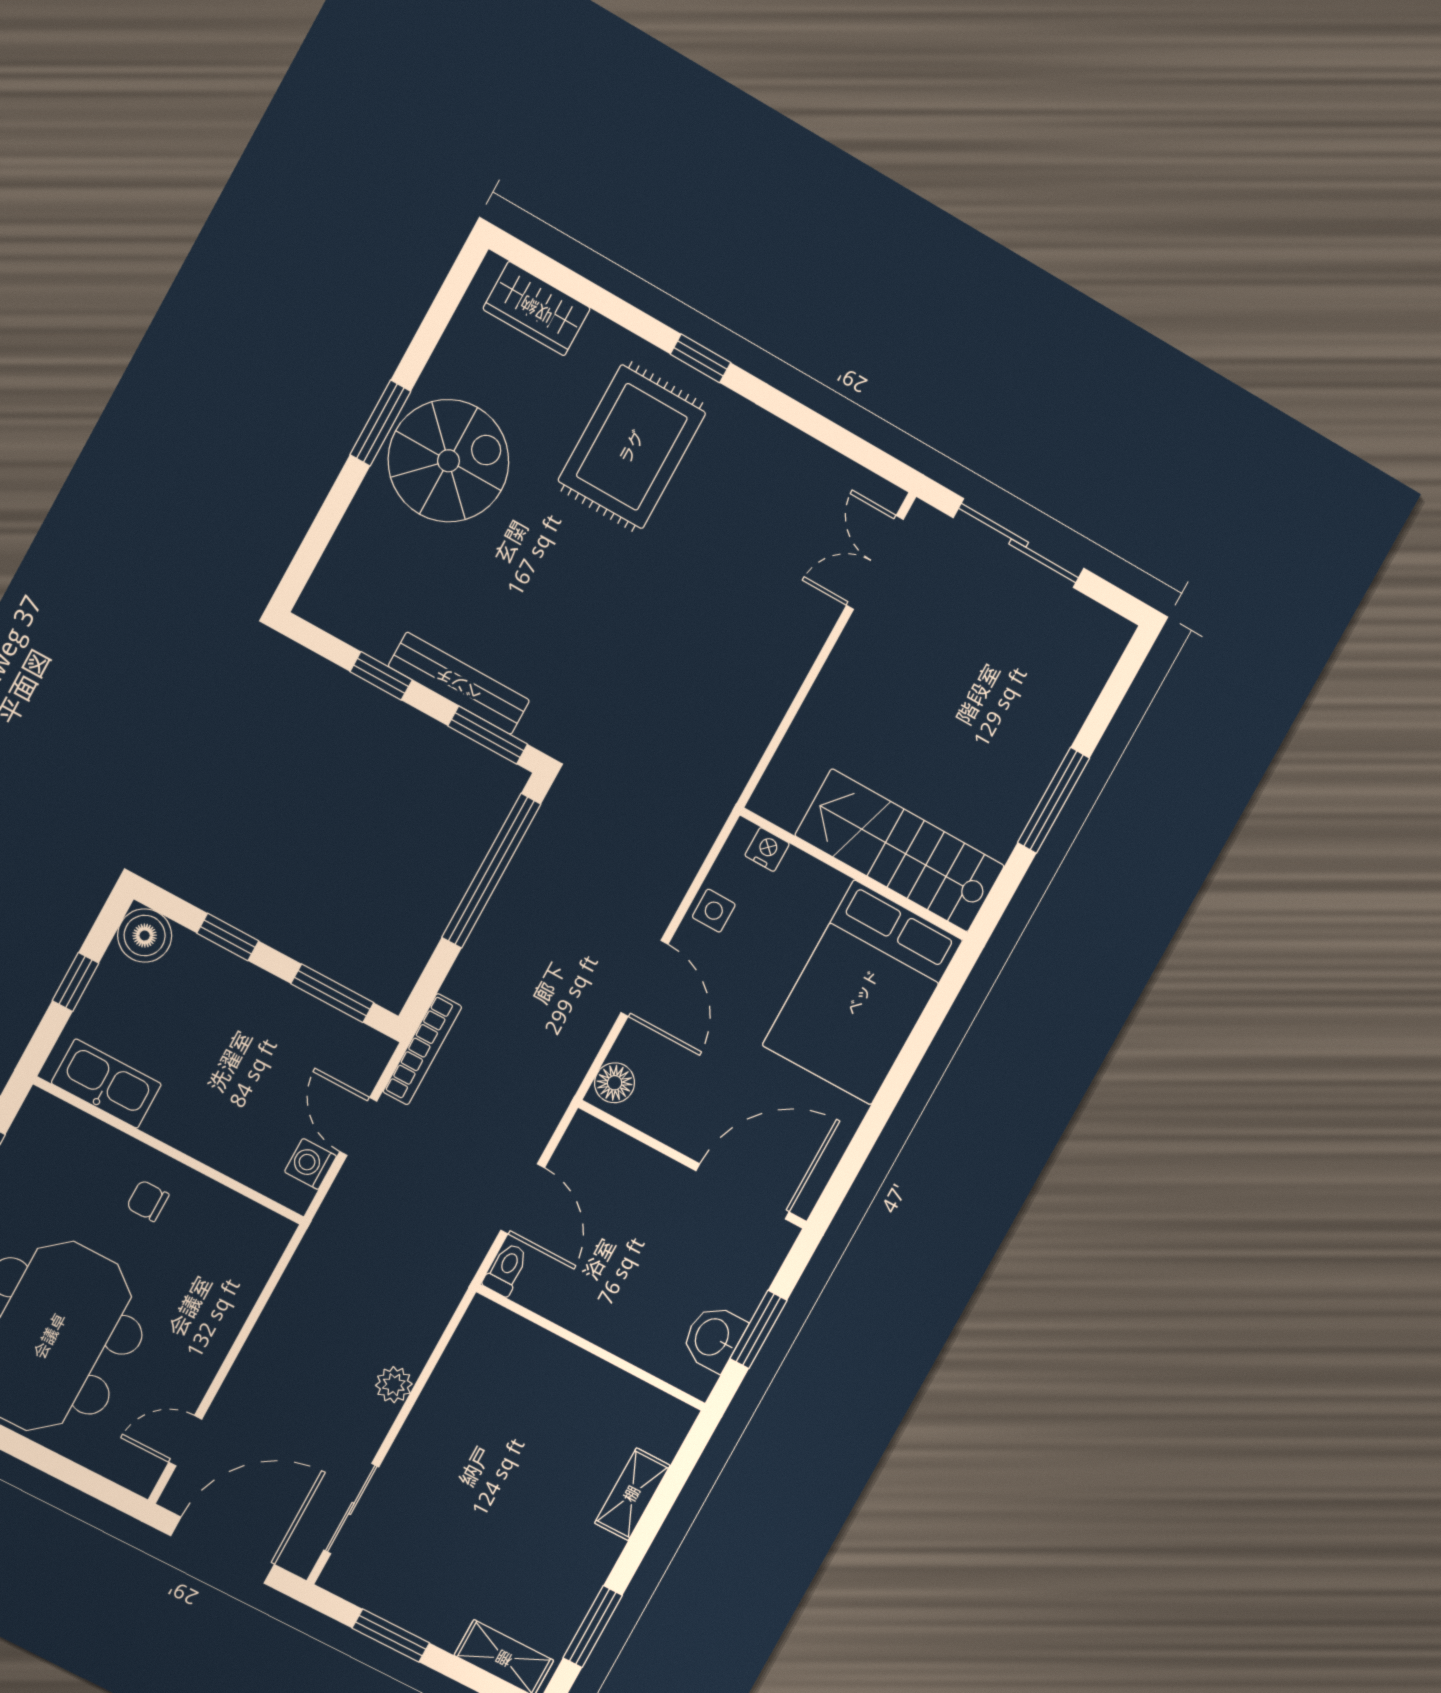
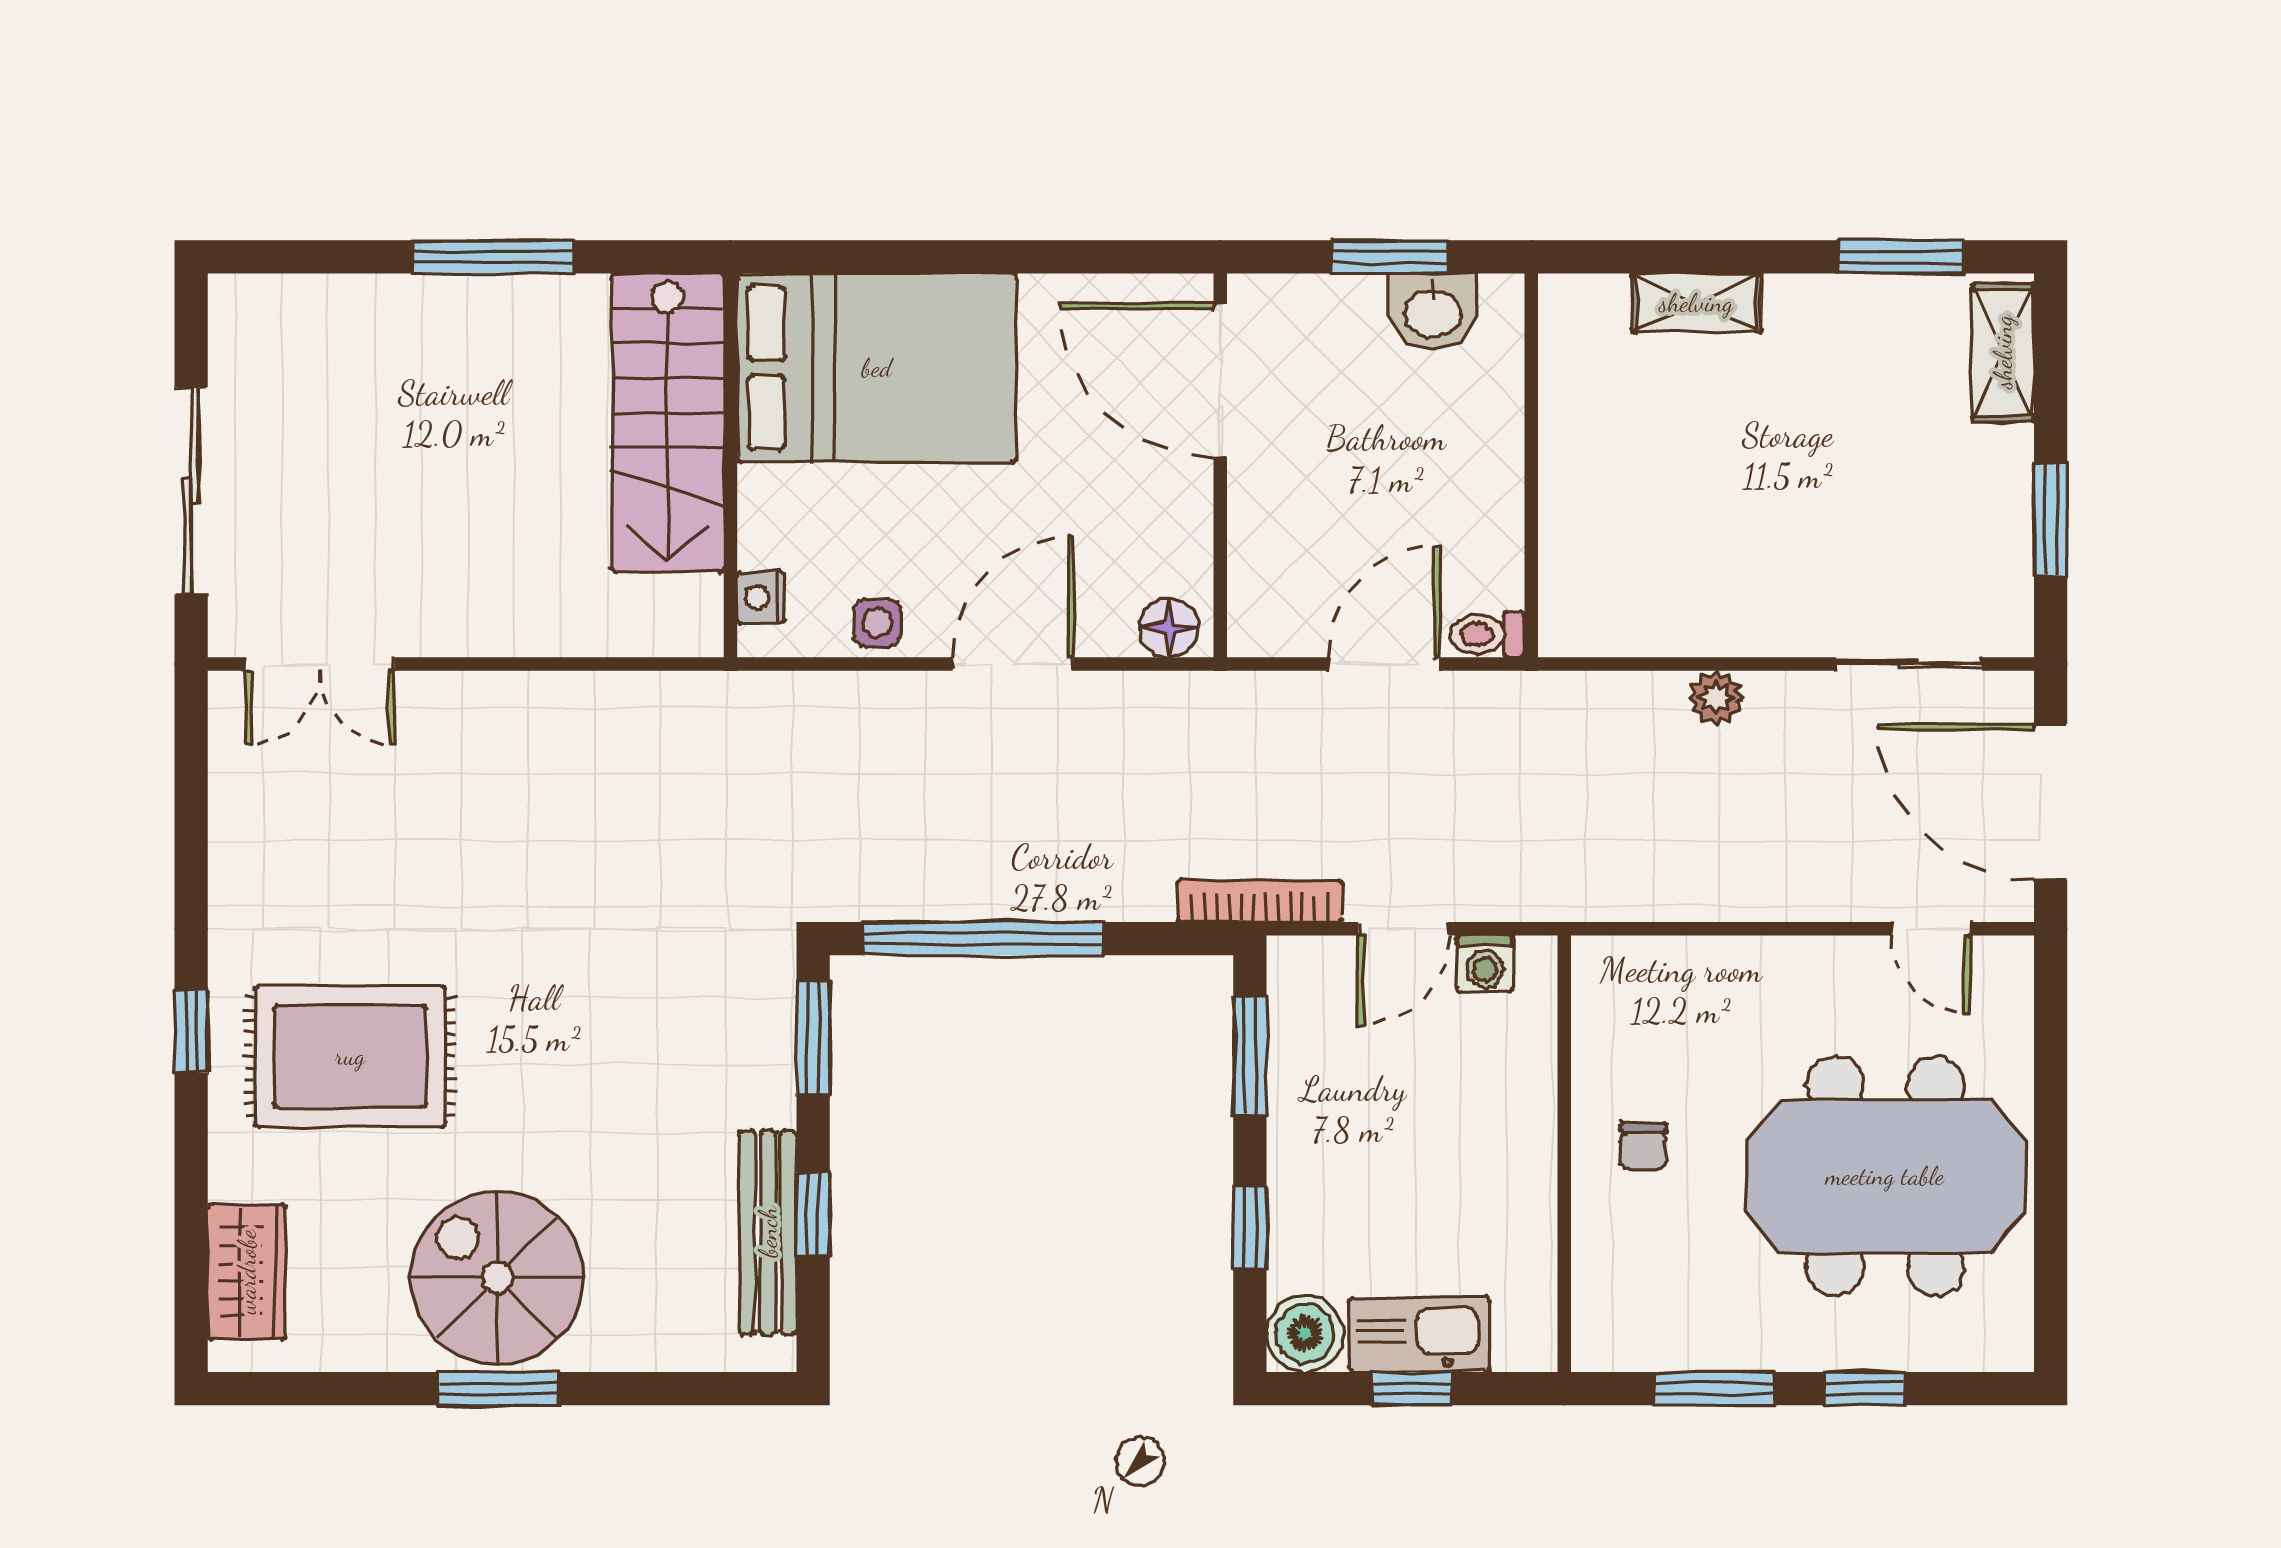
bench: (459, 683) -> (768, 1232), moved
kitchen sink: (106, 1084) -> (1419, 1335), moved, turned 90

